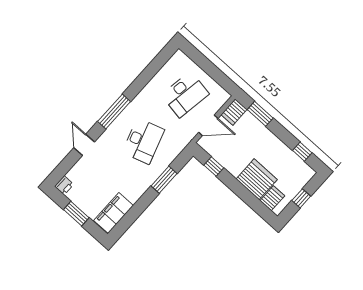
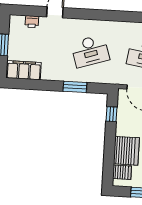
window: (114, 112) -> (95, 15), removed
printer: (64, 185) -> (32, 22), moved

